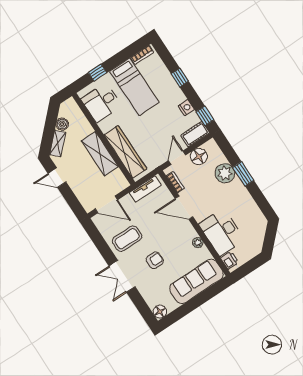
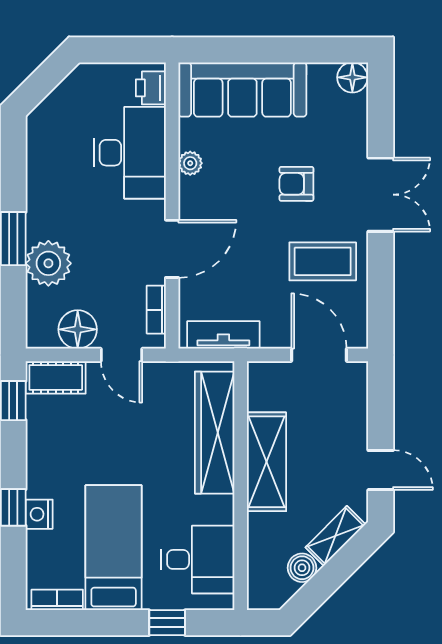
nightstand: (186, 108) -> (39, 514), moved
door: (177, 158) -> (122, 355), hinge flipped
door: (184, 208) -> (172, 249), hinge flipped

